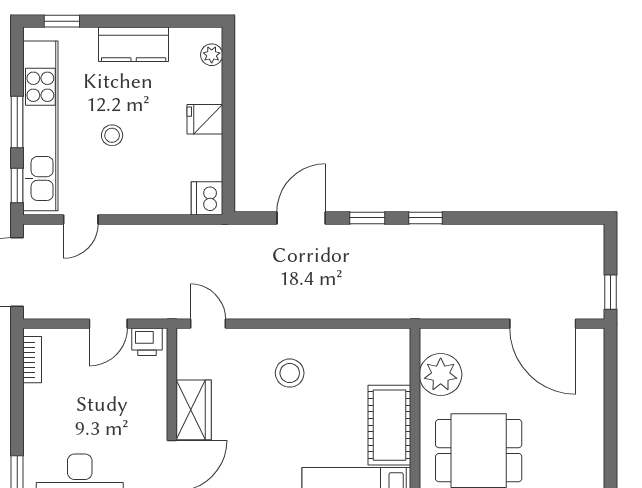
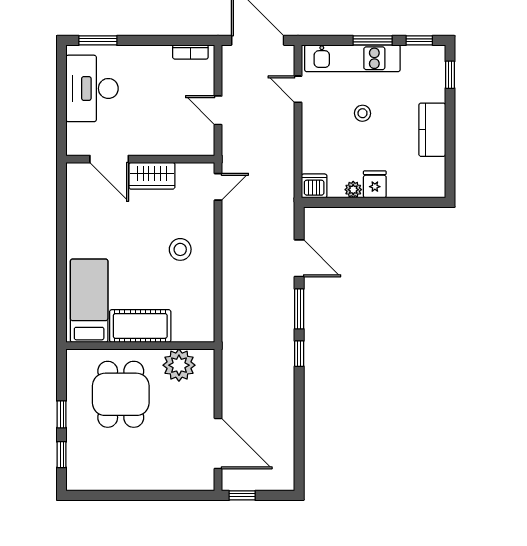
plant: (212, 55) -> (353, 190), moved
kitchen unit: (40, 126) -> (352, 58), width x0.73
window: (17, 185) -> (419, 40), moved
window: (367, 218) -> (299, 309), width x1.50
door: (543, 324) -> (218, 443), swing flipped
printer: (147, 342) -> (204, 140), removed

